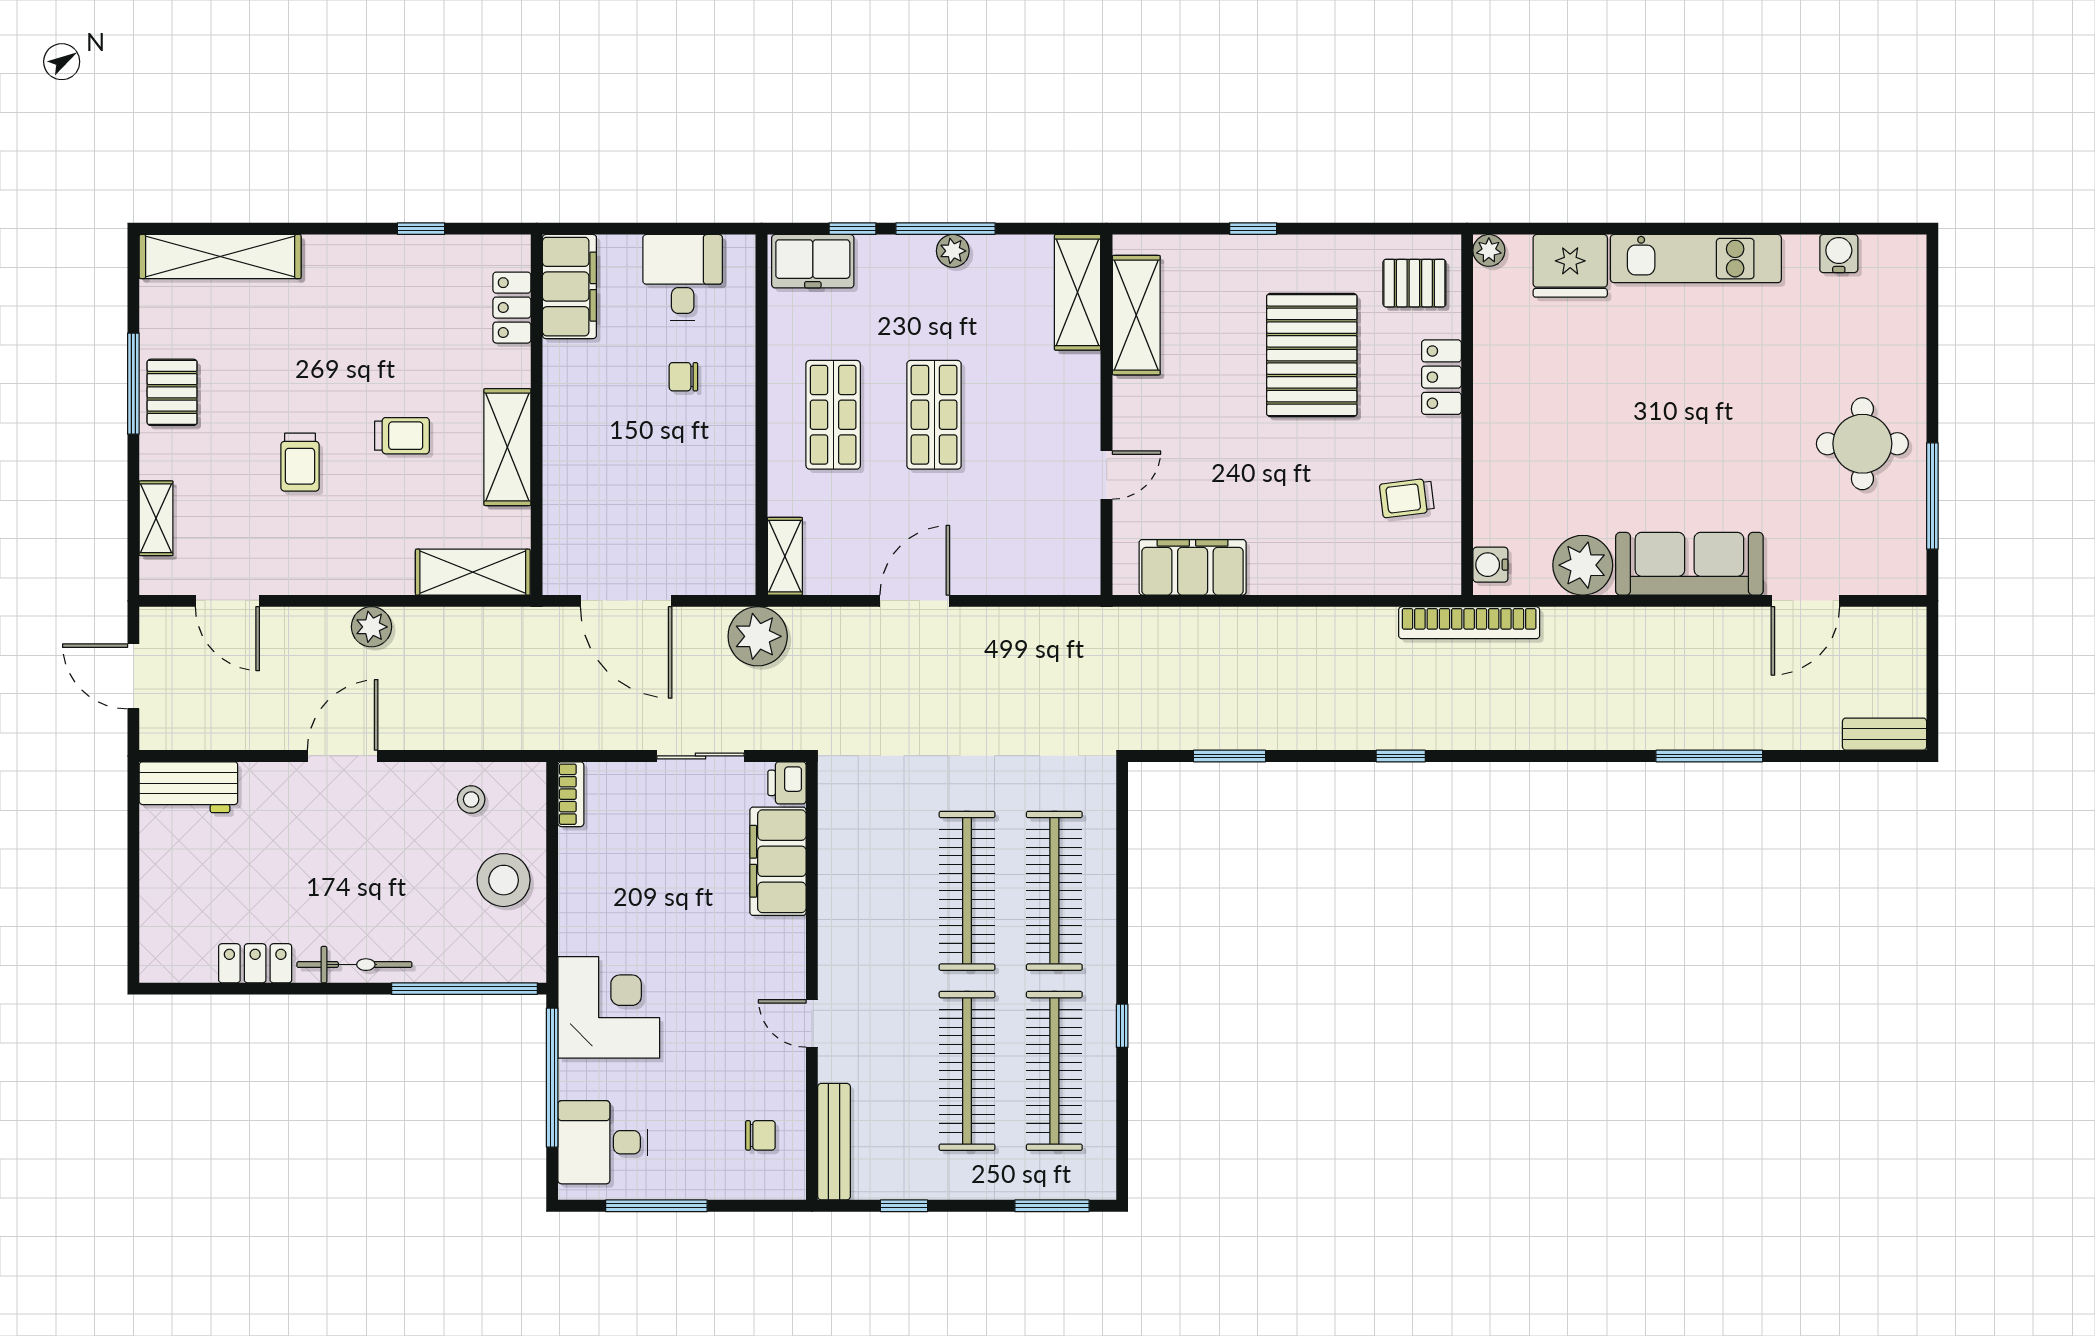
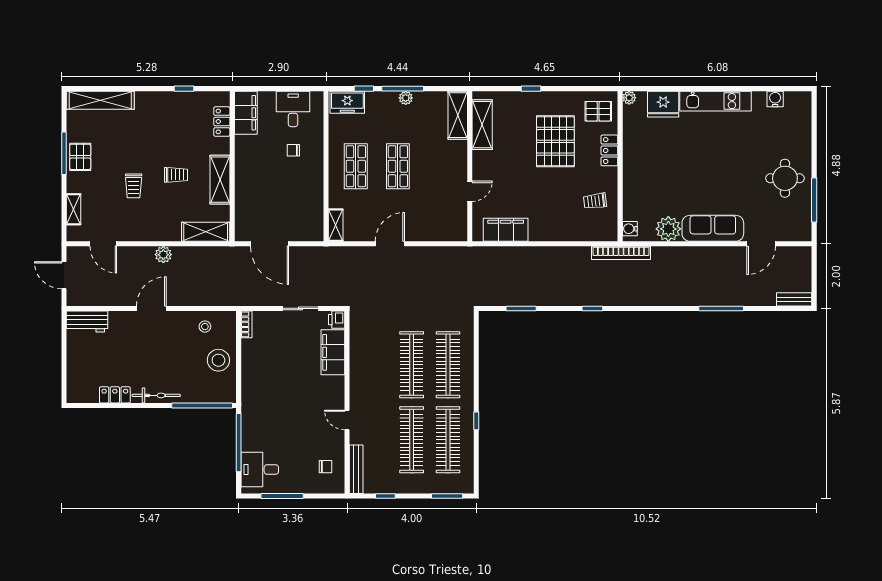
plant: (758, 636) -> (324, 259), removed
corner desk: (609, 1007) -> (262, 413), removed

